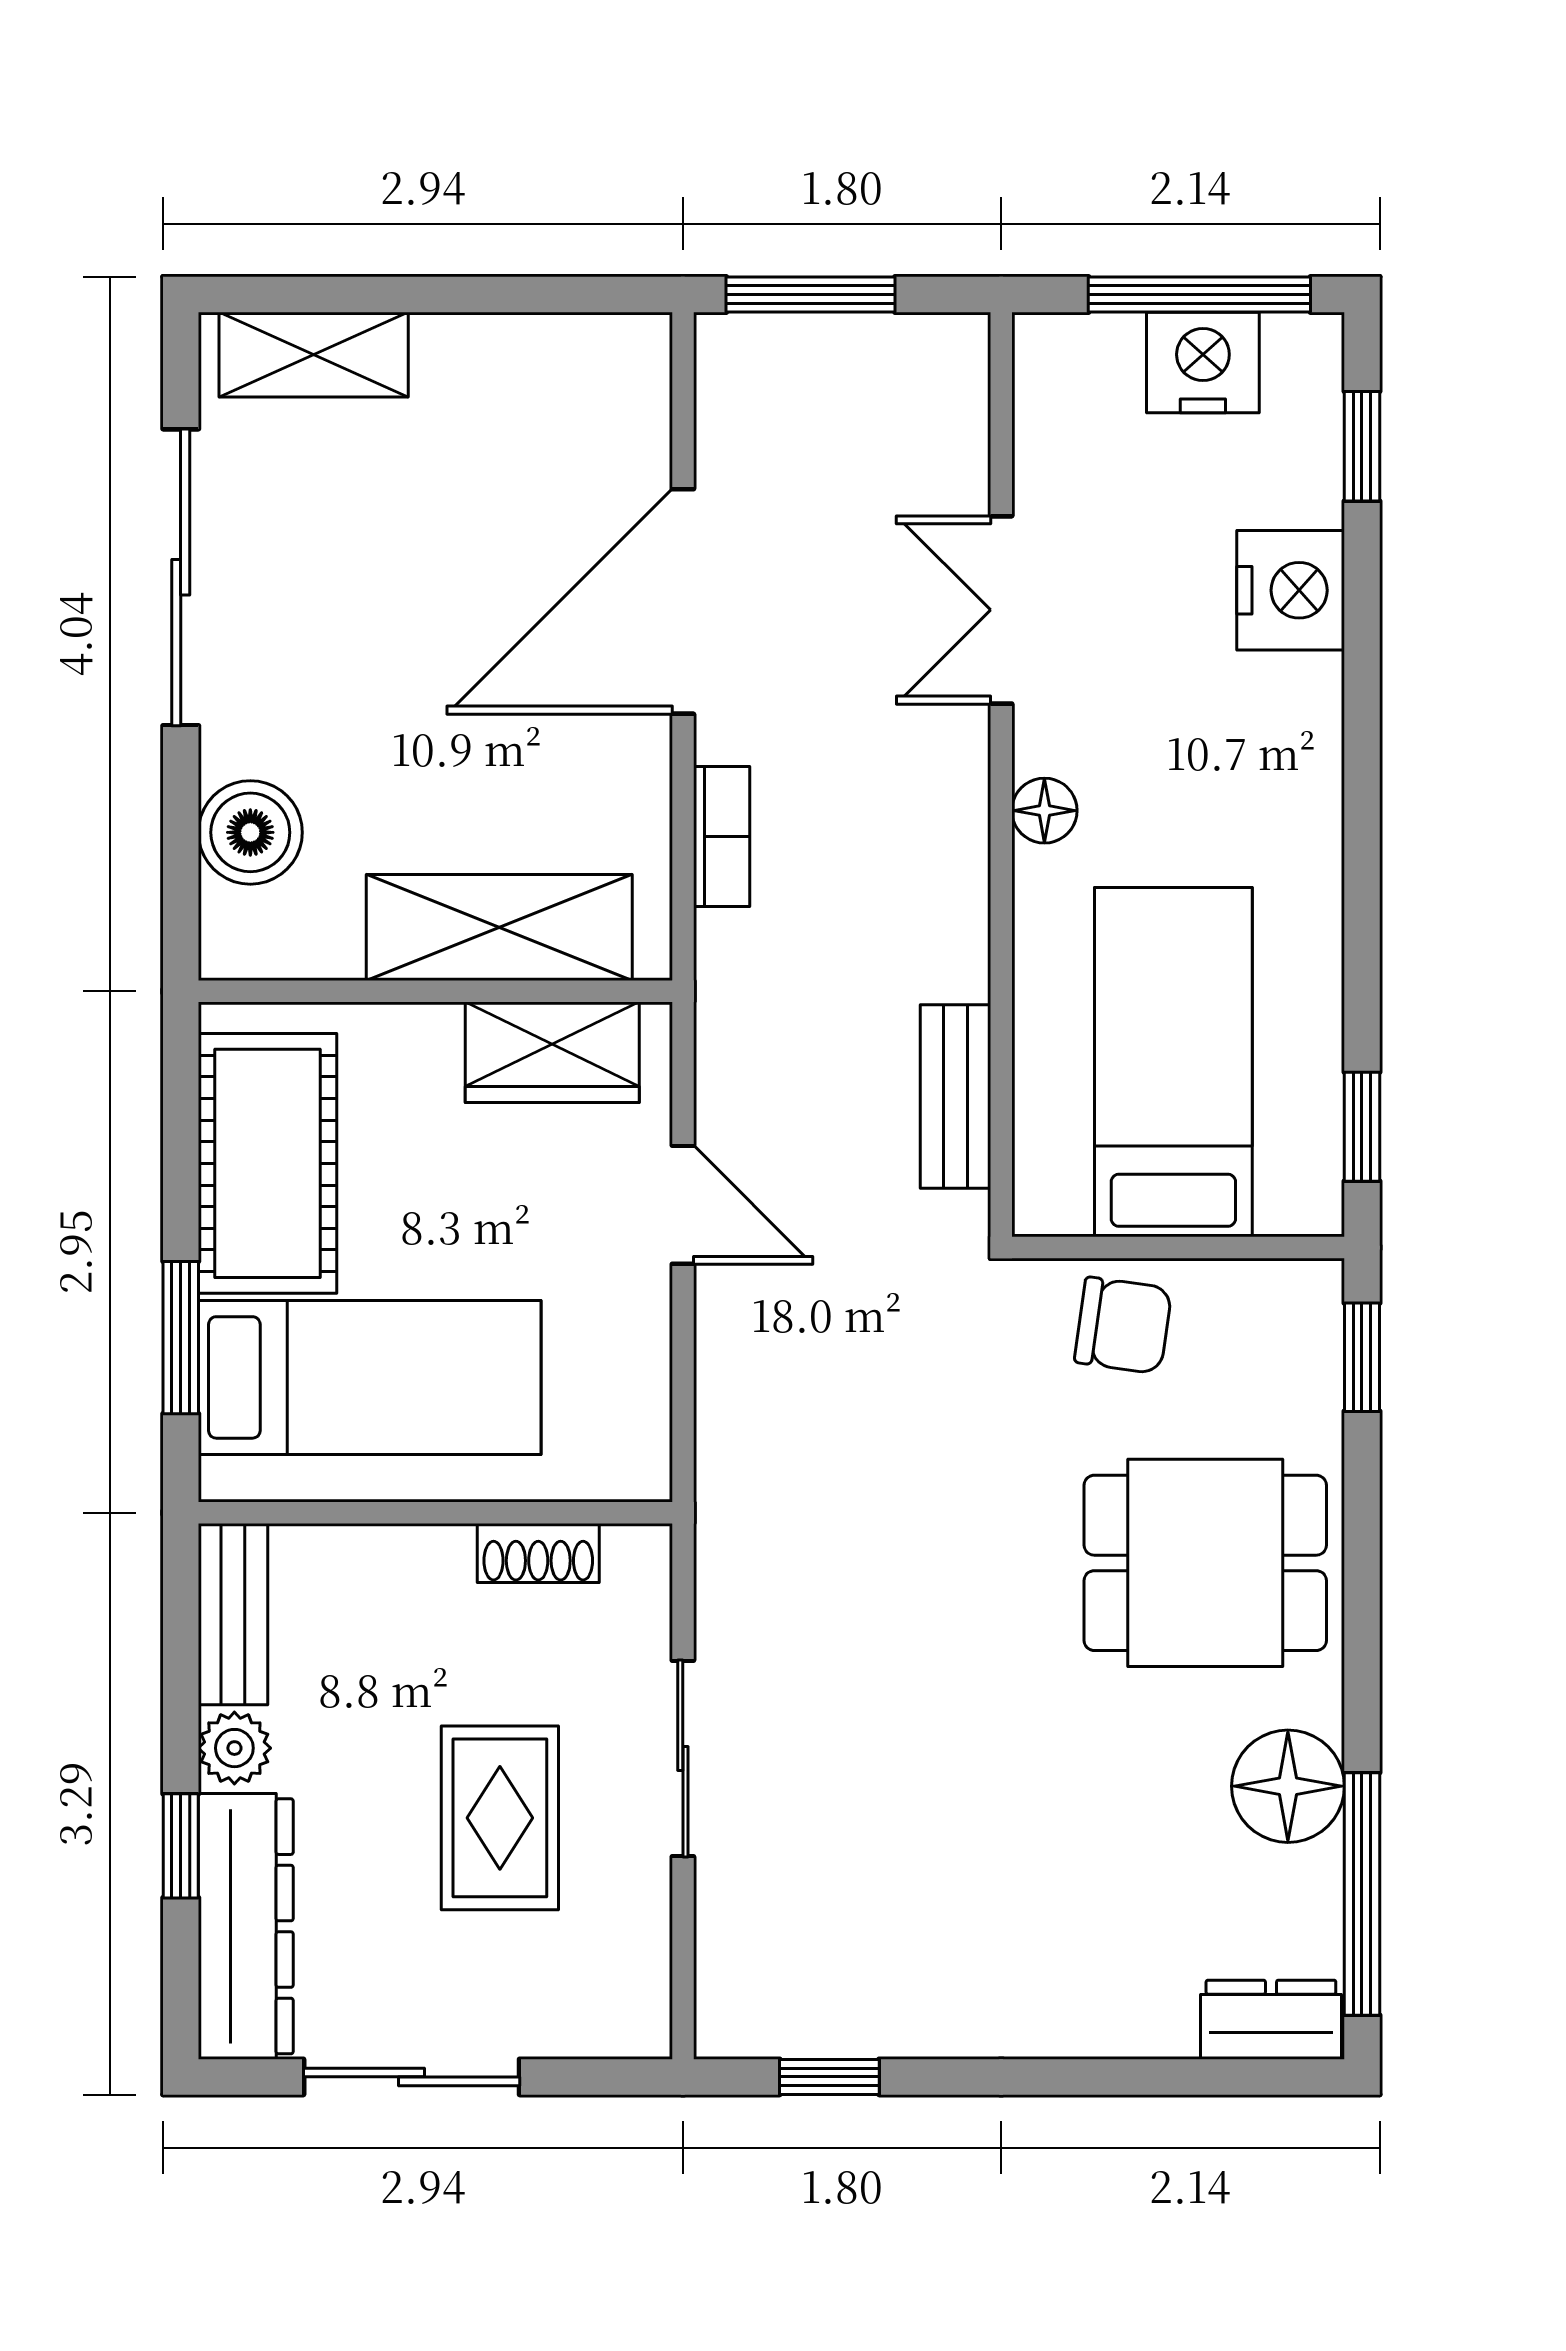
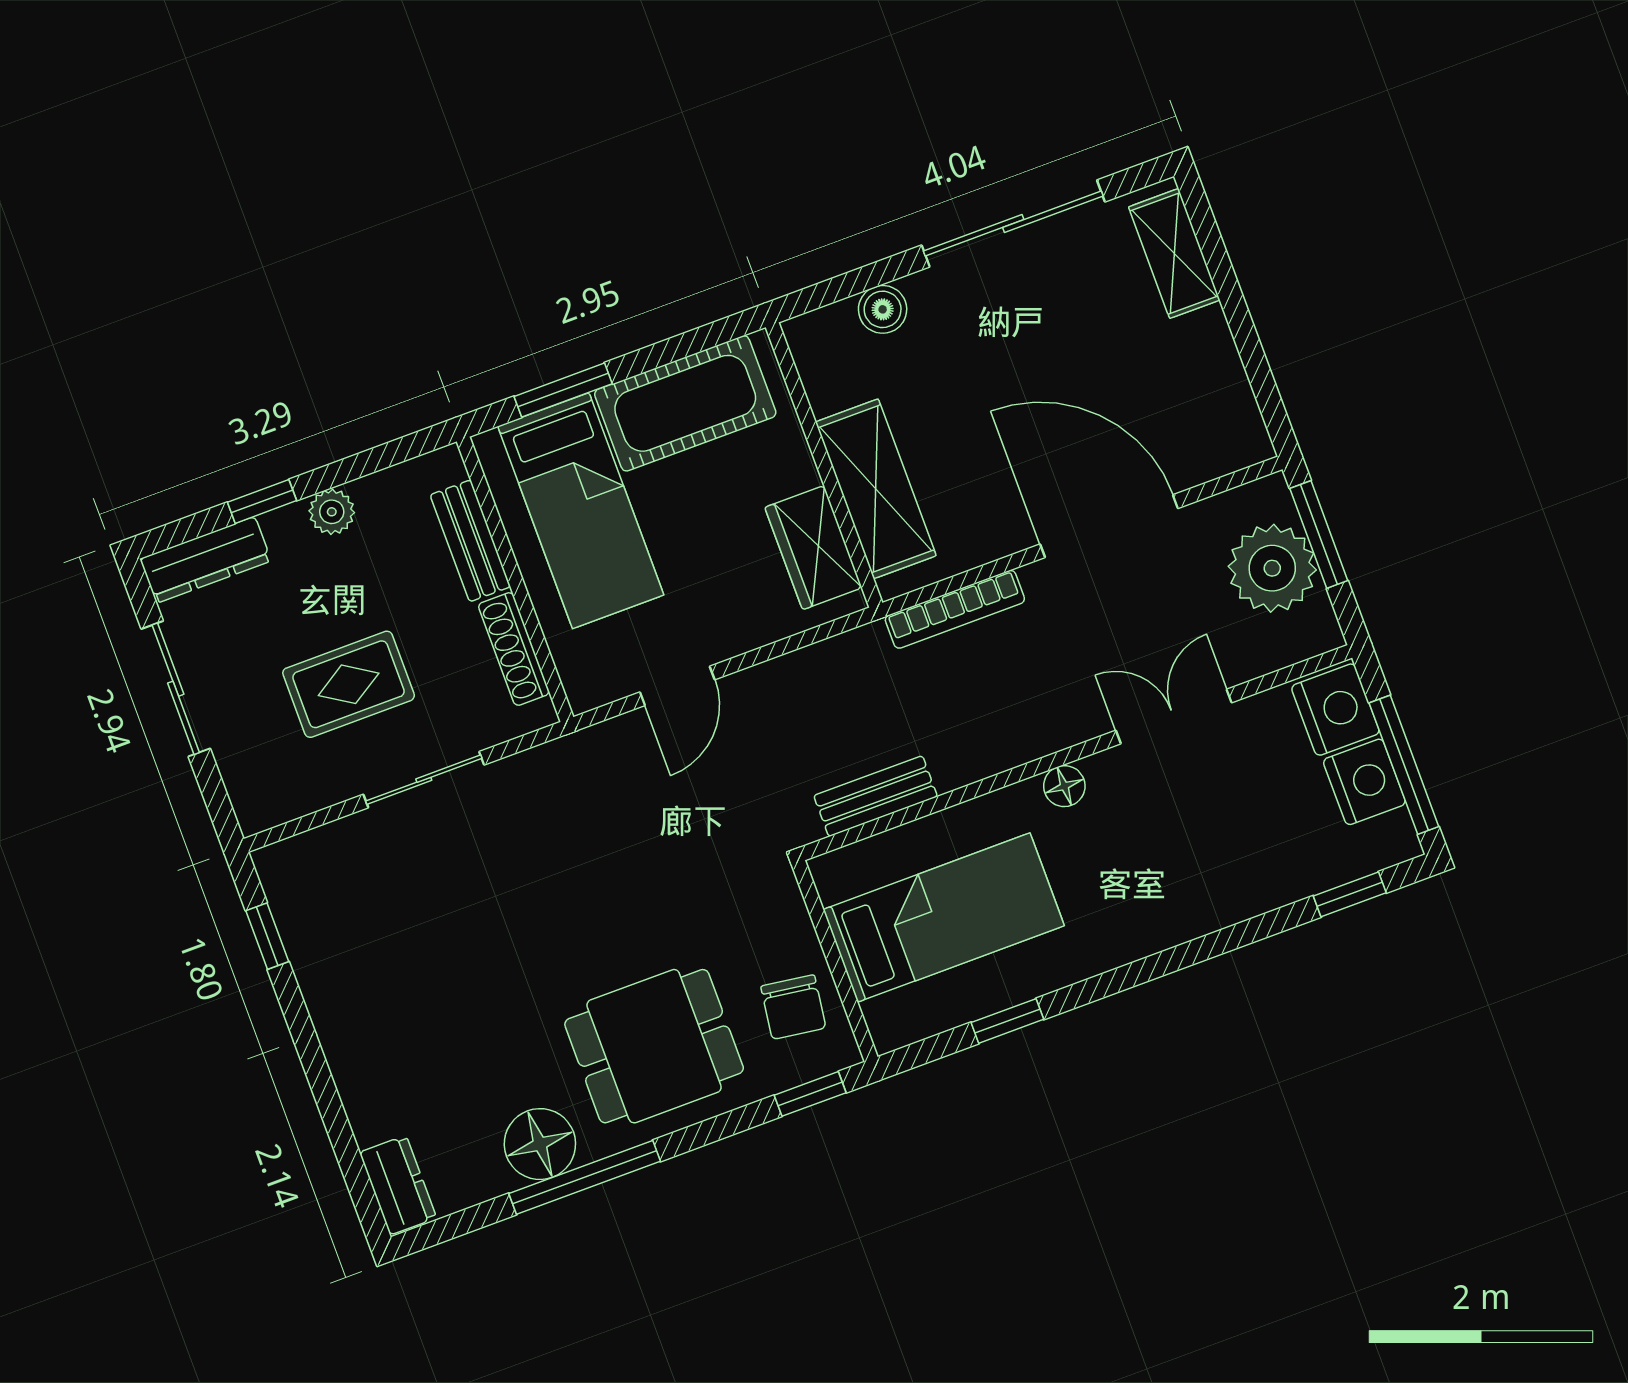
plant: (835, 382) -> (1272, 568), added
nightstand: (1291, 590) -> (1335, 710), moved, turned -90
boiler: (250, 832) -> (883, 309), width x0.73, depth x0.73
bookcase: (722, 837) -> (955, 609), width x1.56
window: (1362, 1127) -> (1007, 1021), moved
door: (683, 1205) -> (677, 686), moved
chair: (1123, 1325) -> (793, 1007), moved
shoe rack: (538, 1553) -> (514, 649), width x1.43
dining table: (1205, 1563) -> (654, 1046), turned 90
bench: (233, 1614) -> (470, 541), moved, turned 90
window: (1362, 1894) -> (585, 1177), moved
dresser: (246, 1926) -> (206, 560), width x0.73, depth x0.80

